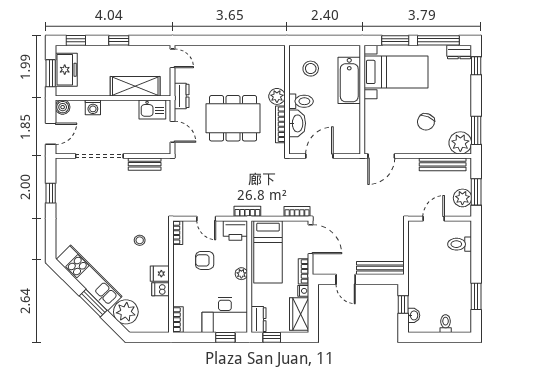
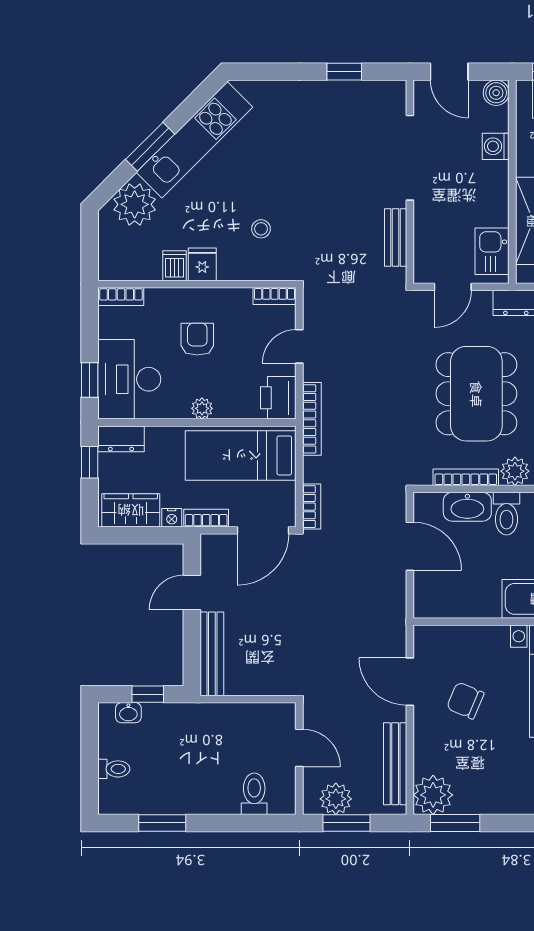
chair: (426, 122) -> (465, 701), moved
door: (381, 156) -> (410, 682), moved
bookcase: (247, 211) -> (312, 419), width x1.56
armchair: (205, 260) -> (197, 339), moved

